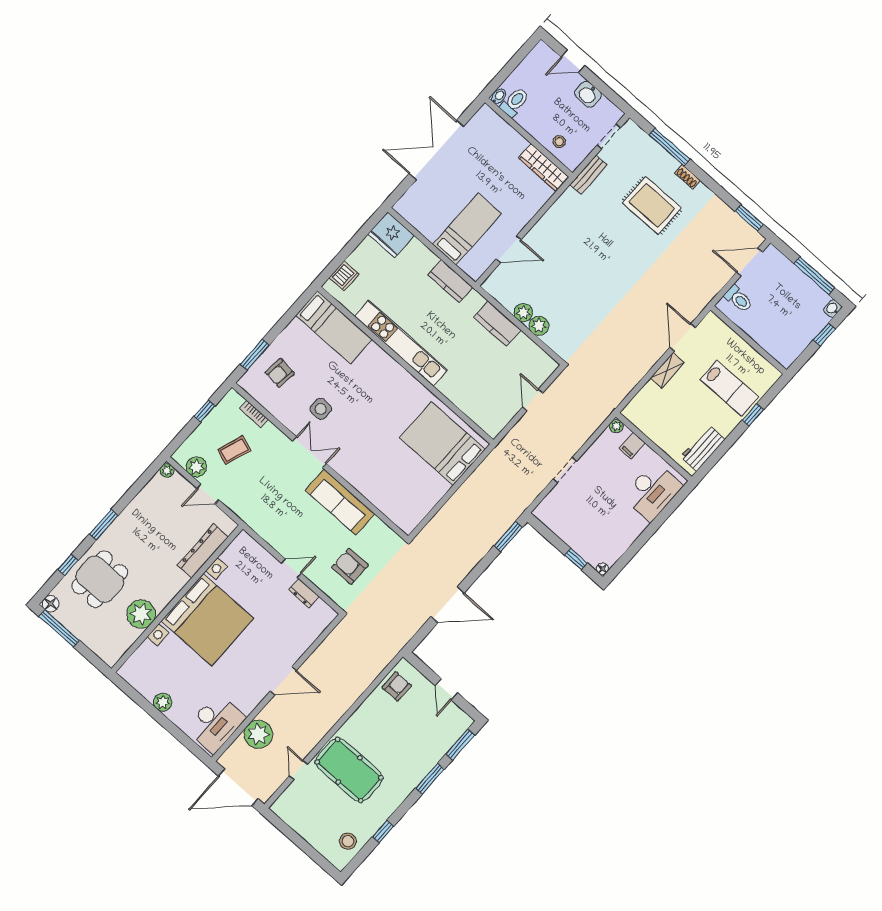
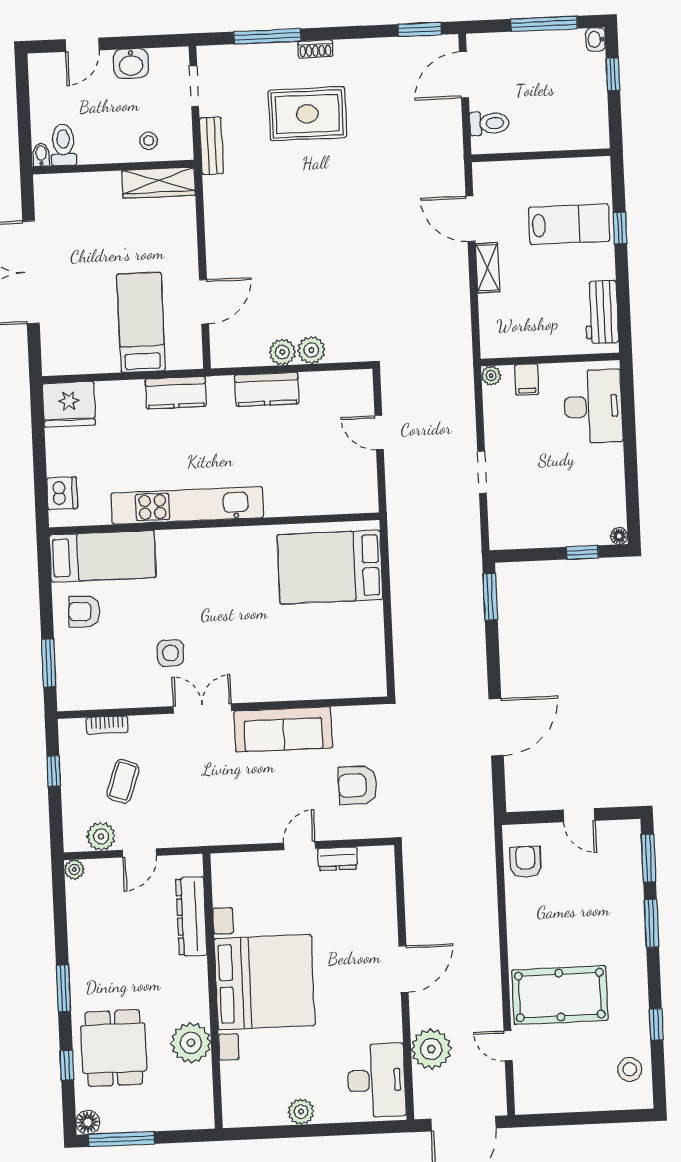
armchair: (280, 373) -> (84, 612), moved, turned 86

